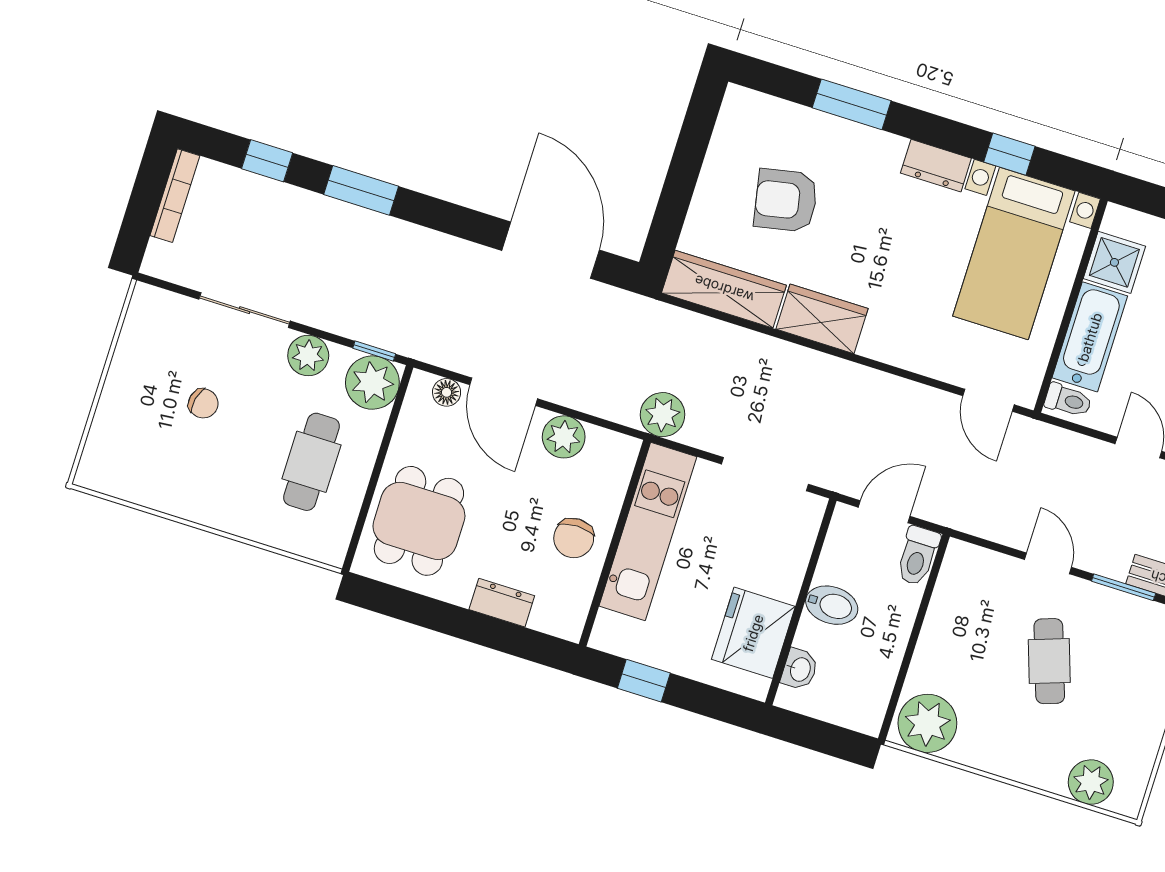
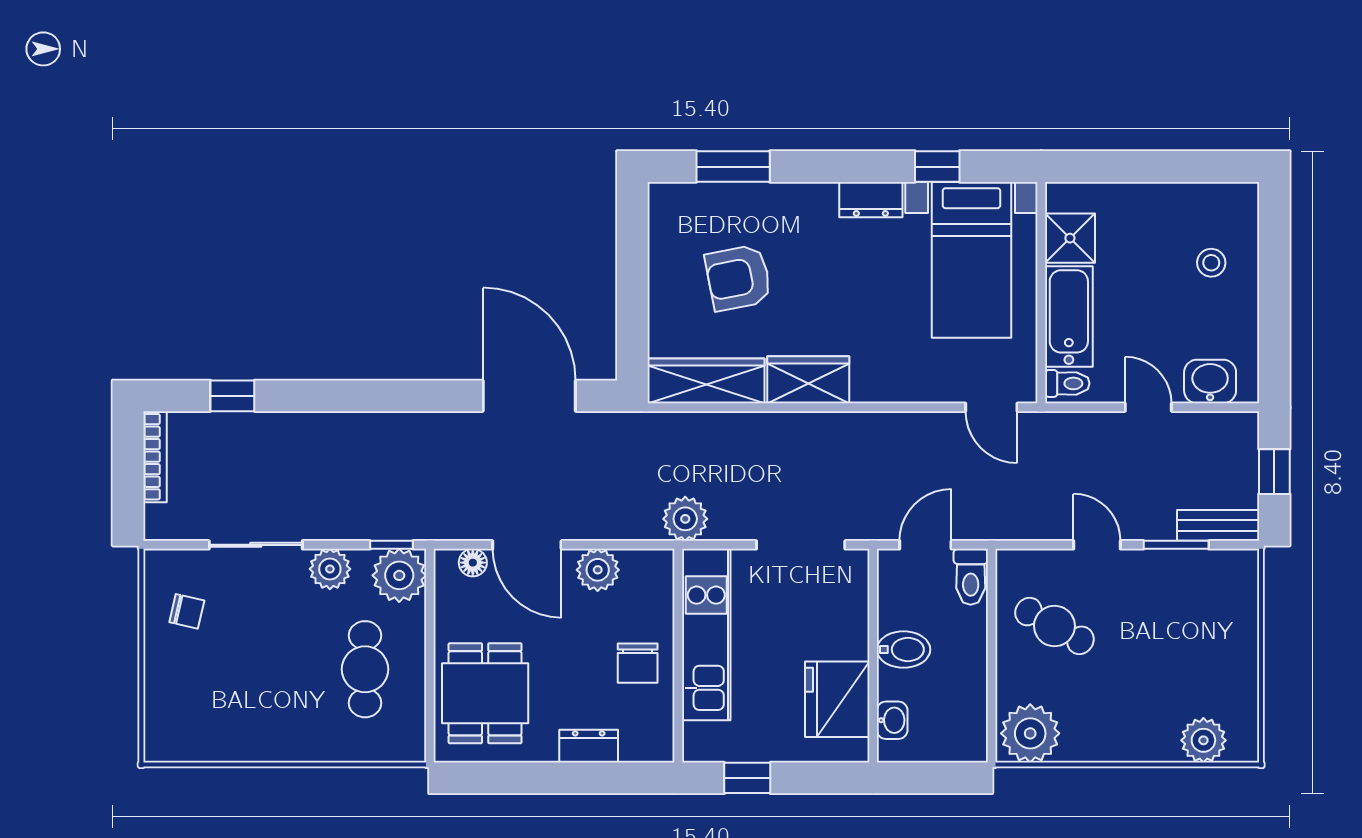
window: (852, 104) -> (733, 167), moved
window: (361, 190) -> (331, 396), removed
chair: (203, 403) -> (187, 611), moved
cafe table: (1049, 661) -> (1054, 626), moved, turned -42

